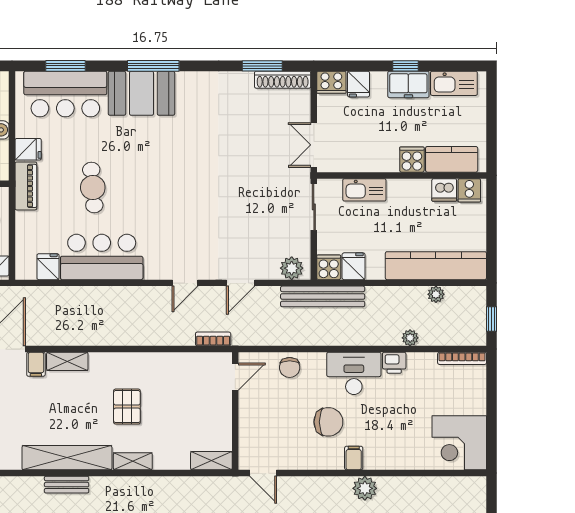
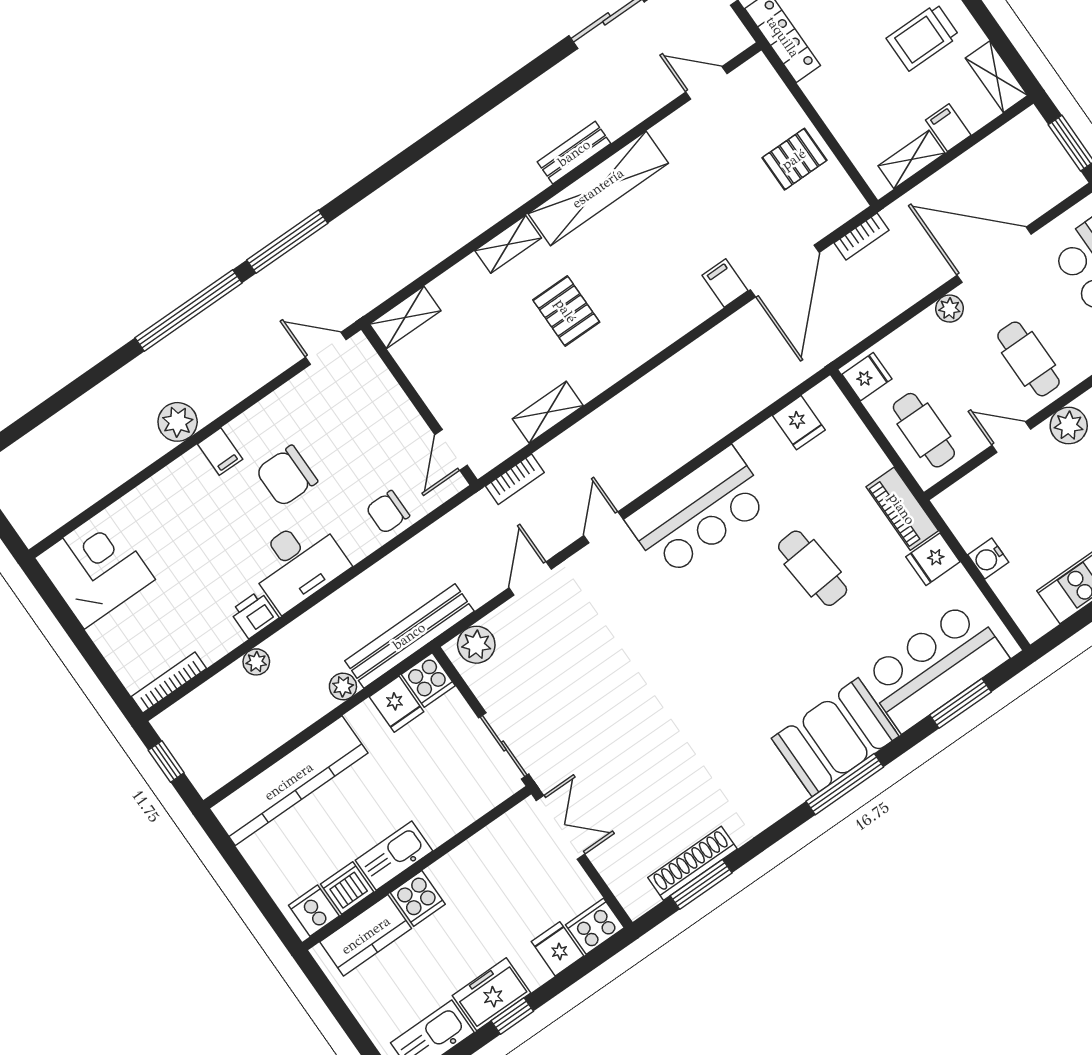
shoe rack: (283, 80) -> (692, 863), moved
kitchen sink: (364, 190) -> (394, 856), moved
bar counter: (102, 257) -> (699, 512), moved
plant: (436, 294) -> (343, 687), moved
shelving: (67, 361) -> (548, 412), moved
chair: (290, 367) -> (388, 512), turned -90

